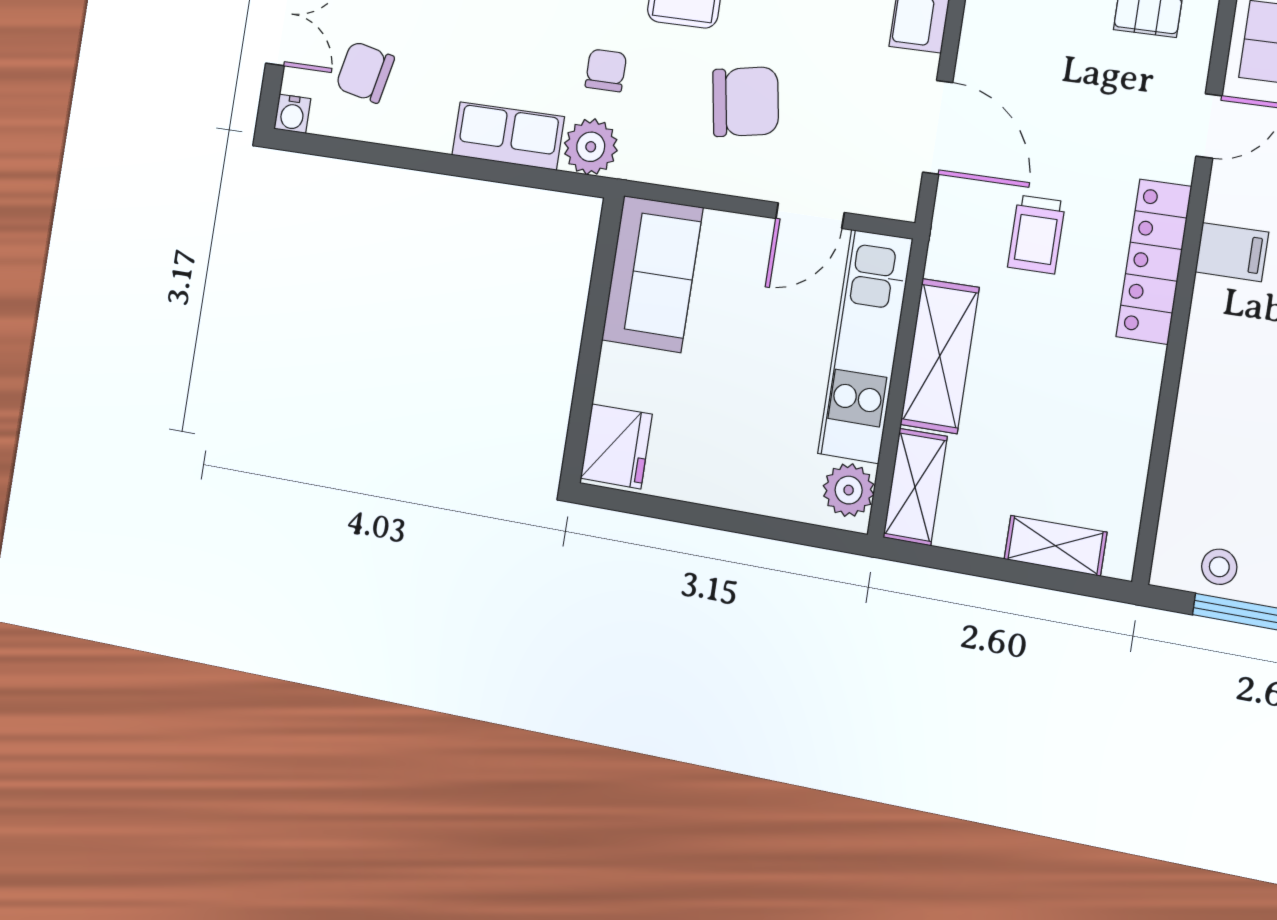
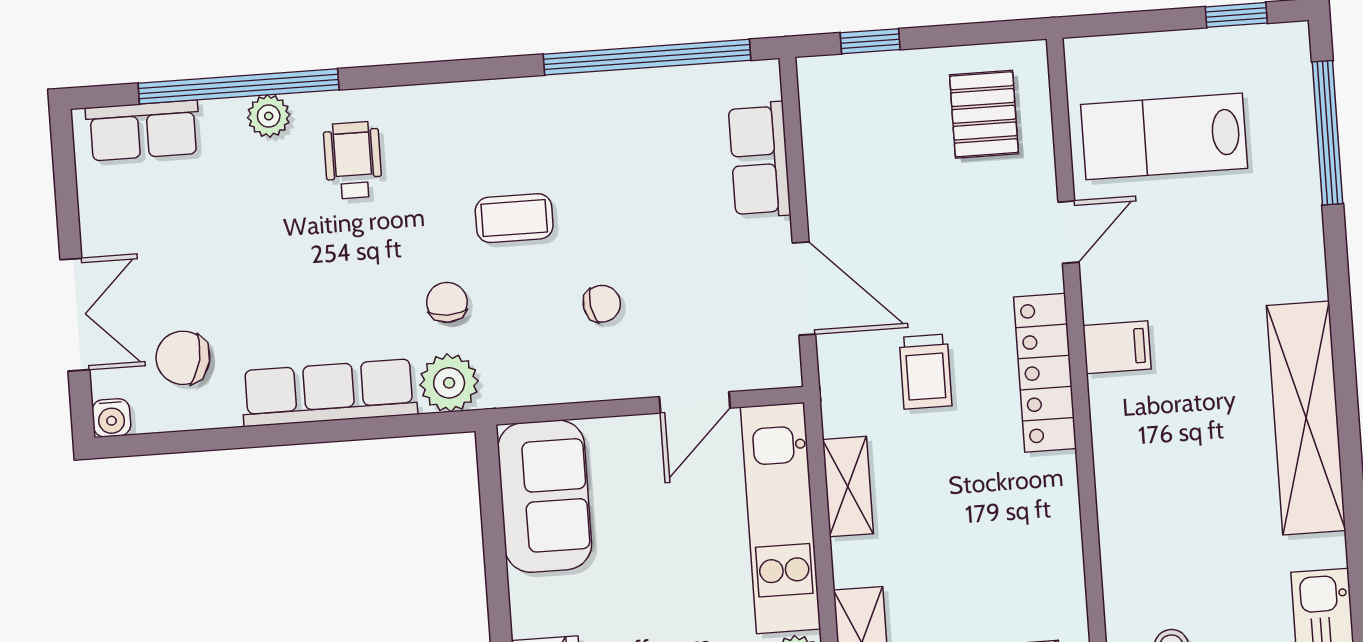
chair: (746, 102) -> (602, 304), width x0.54, depth x0.54
row of seats: (508, 136) -> (329, 393), width x1.48
shelving: (940, 356) -> (848, 487), width x0.67, depth x0.75

